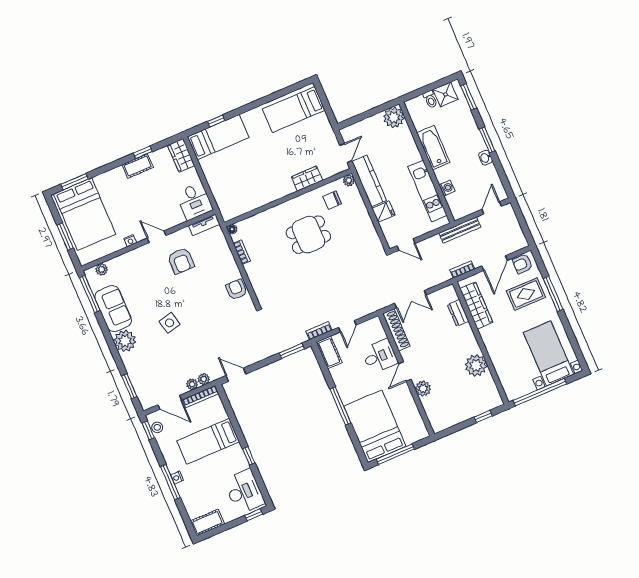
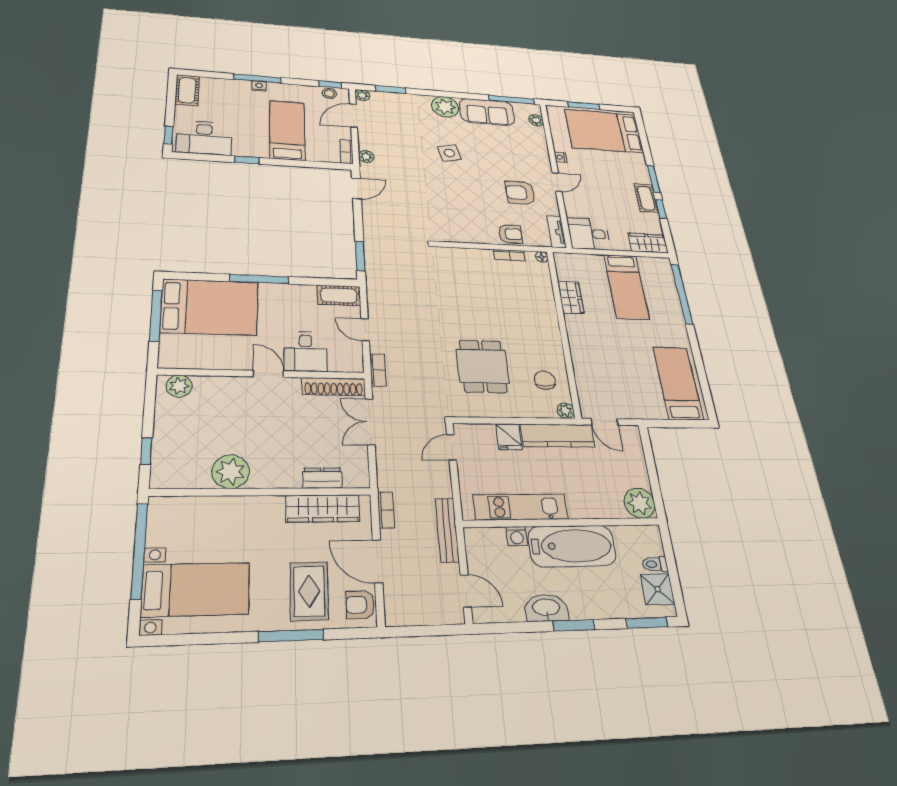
window: (216, 121) -> (682, 294), width x3.17
bed: (218, 137) -> (626, 287), moved
bathtub: (433, 148) -> (572, 546), width x1.36, depth x1.36
washbasin: (485, 158) -> (546, 608), width x1.91, depth x1.45
wardrobe: (307, 179) -> (571, 297), moved
window: (75, 182) -> (654, 179), moved
dining table: (308, 235) -> (483, 366), moved
armchair: (522, 264) -> (360, 605), turned -90
armchair: (236, 290) -> (510, 234), moved
bookcase: (319, 331) -> (378, 370), moved
plant: (192, 384) -> (362, 95), moved
plant: (423, 389) -> (179, 386), moved
bookcase: (200, 397) -> (347, 152), width x0.64

